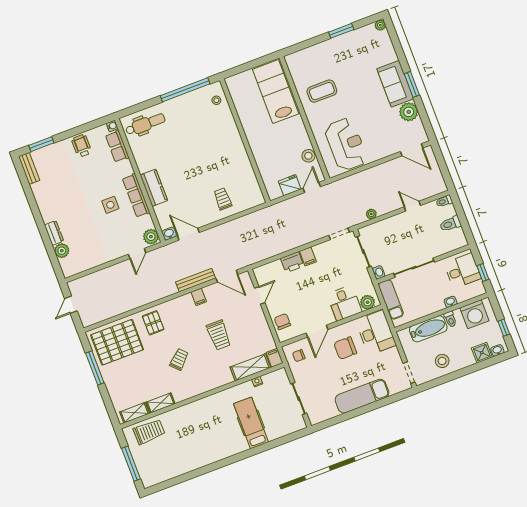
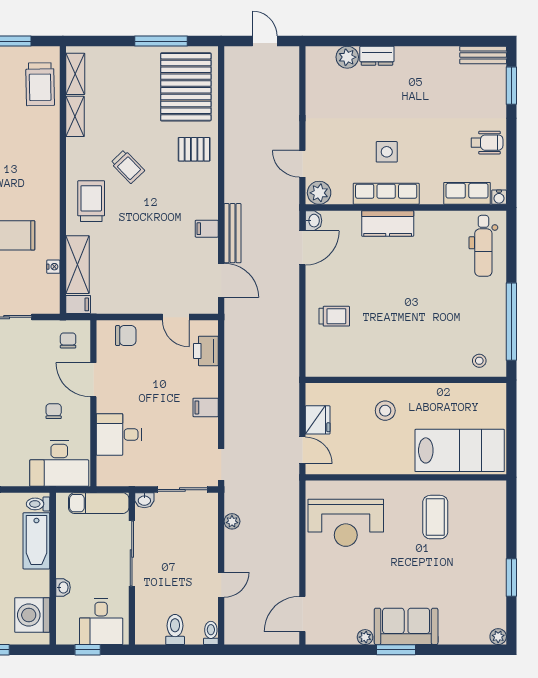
plant: (409, 112) -> (365, 637), width x0.53, depth x0.53
stool: (308, 156) -> (385, 411), moved
printer: (292, 262) -> (206, 351), moved
door: (227, 276) -> (221, 280), swing flipped
plant: (368, 302) -> (107, 468), removed
toilet: (450, 319) -> (38, 504), moved
trolley: (219, 335) -> (91, 201), moved, turned 90
chair: (345, 348) -> (54, 411), width x0.54, depth x0.54

